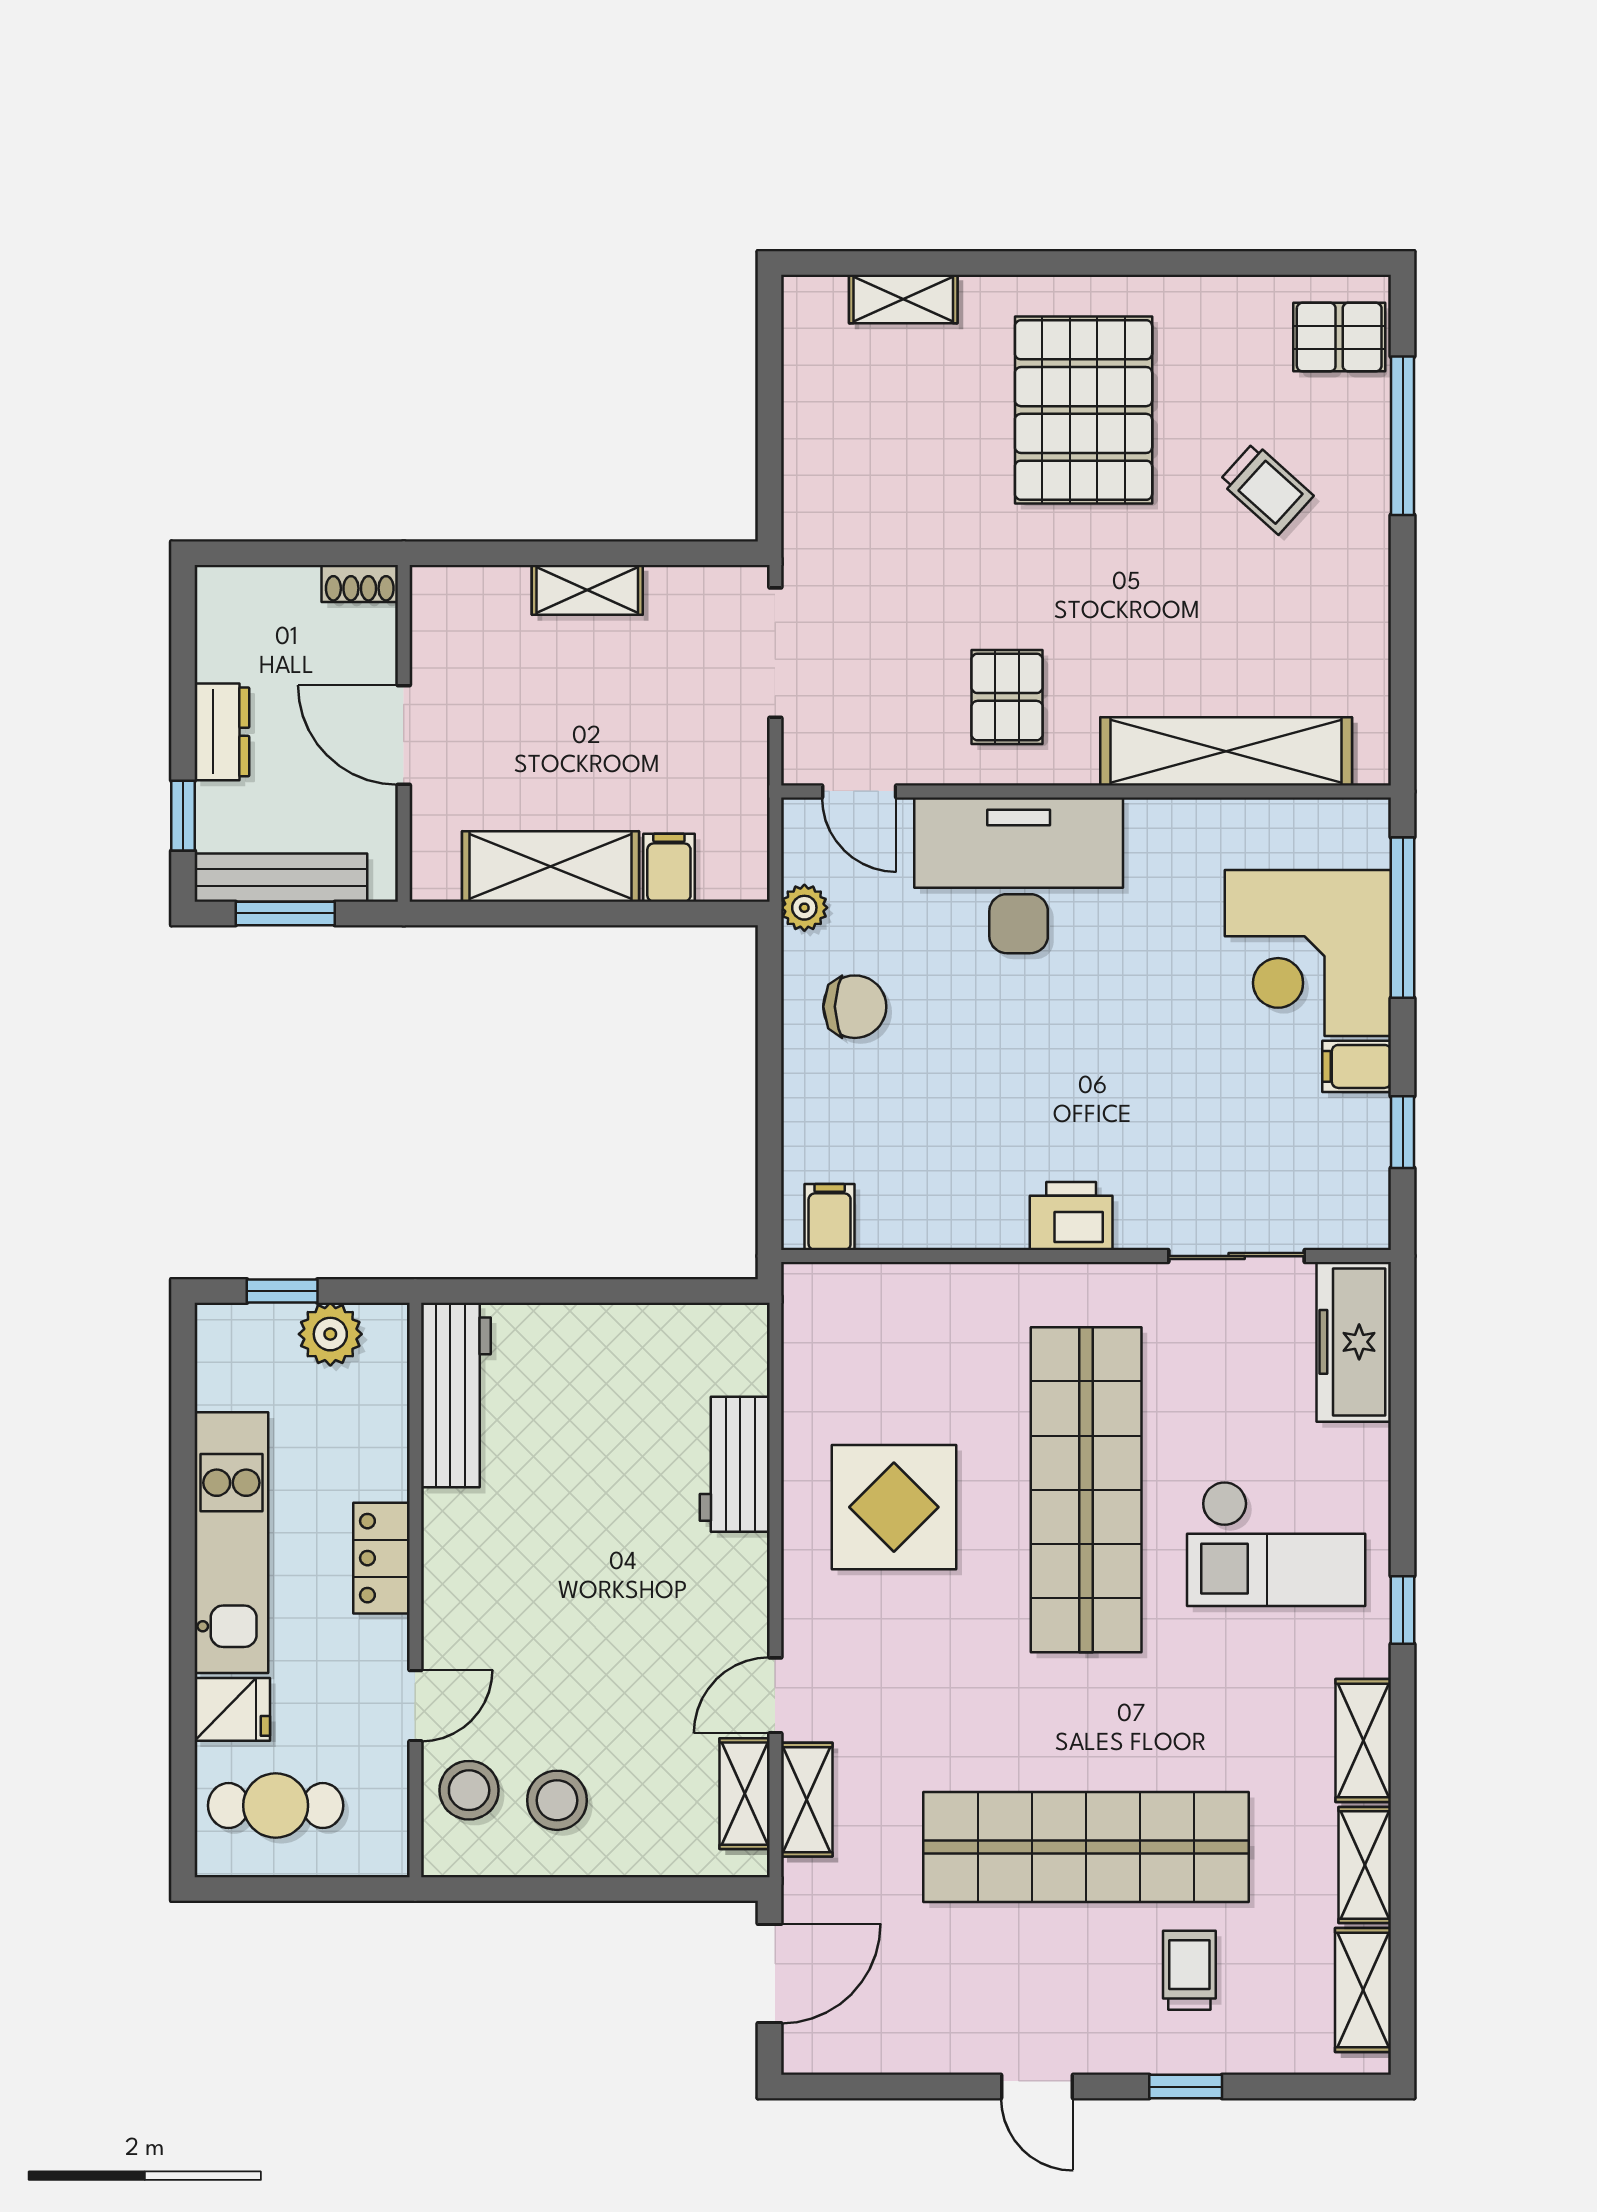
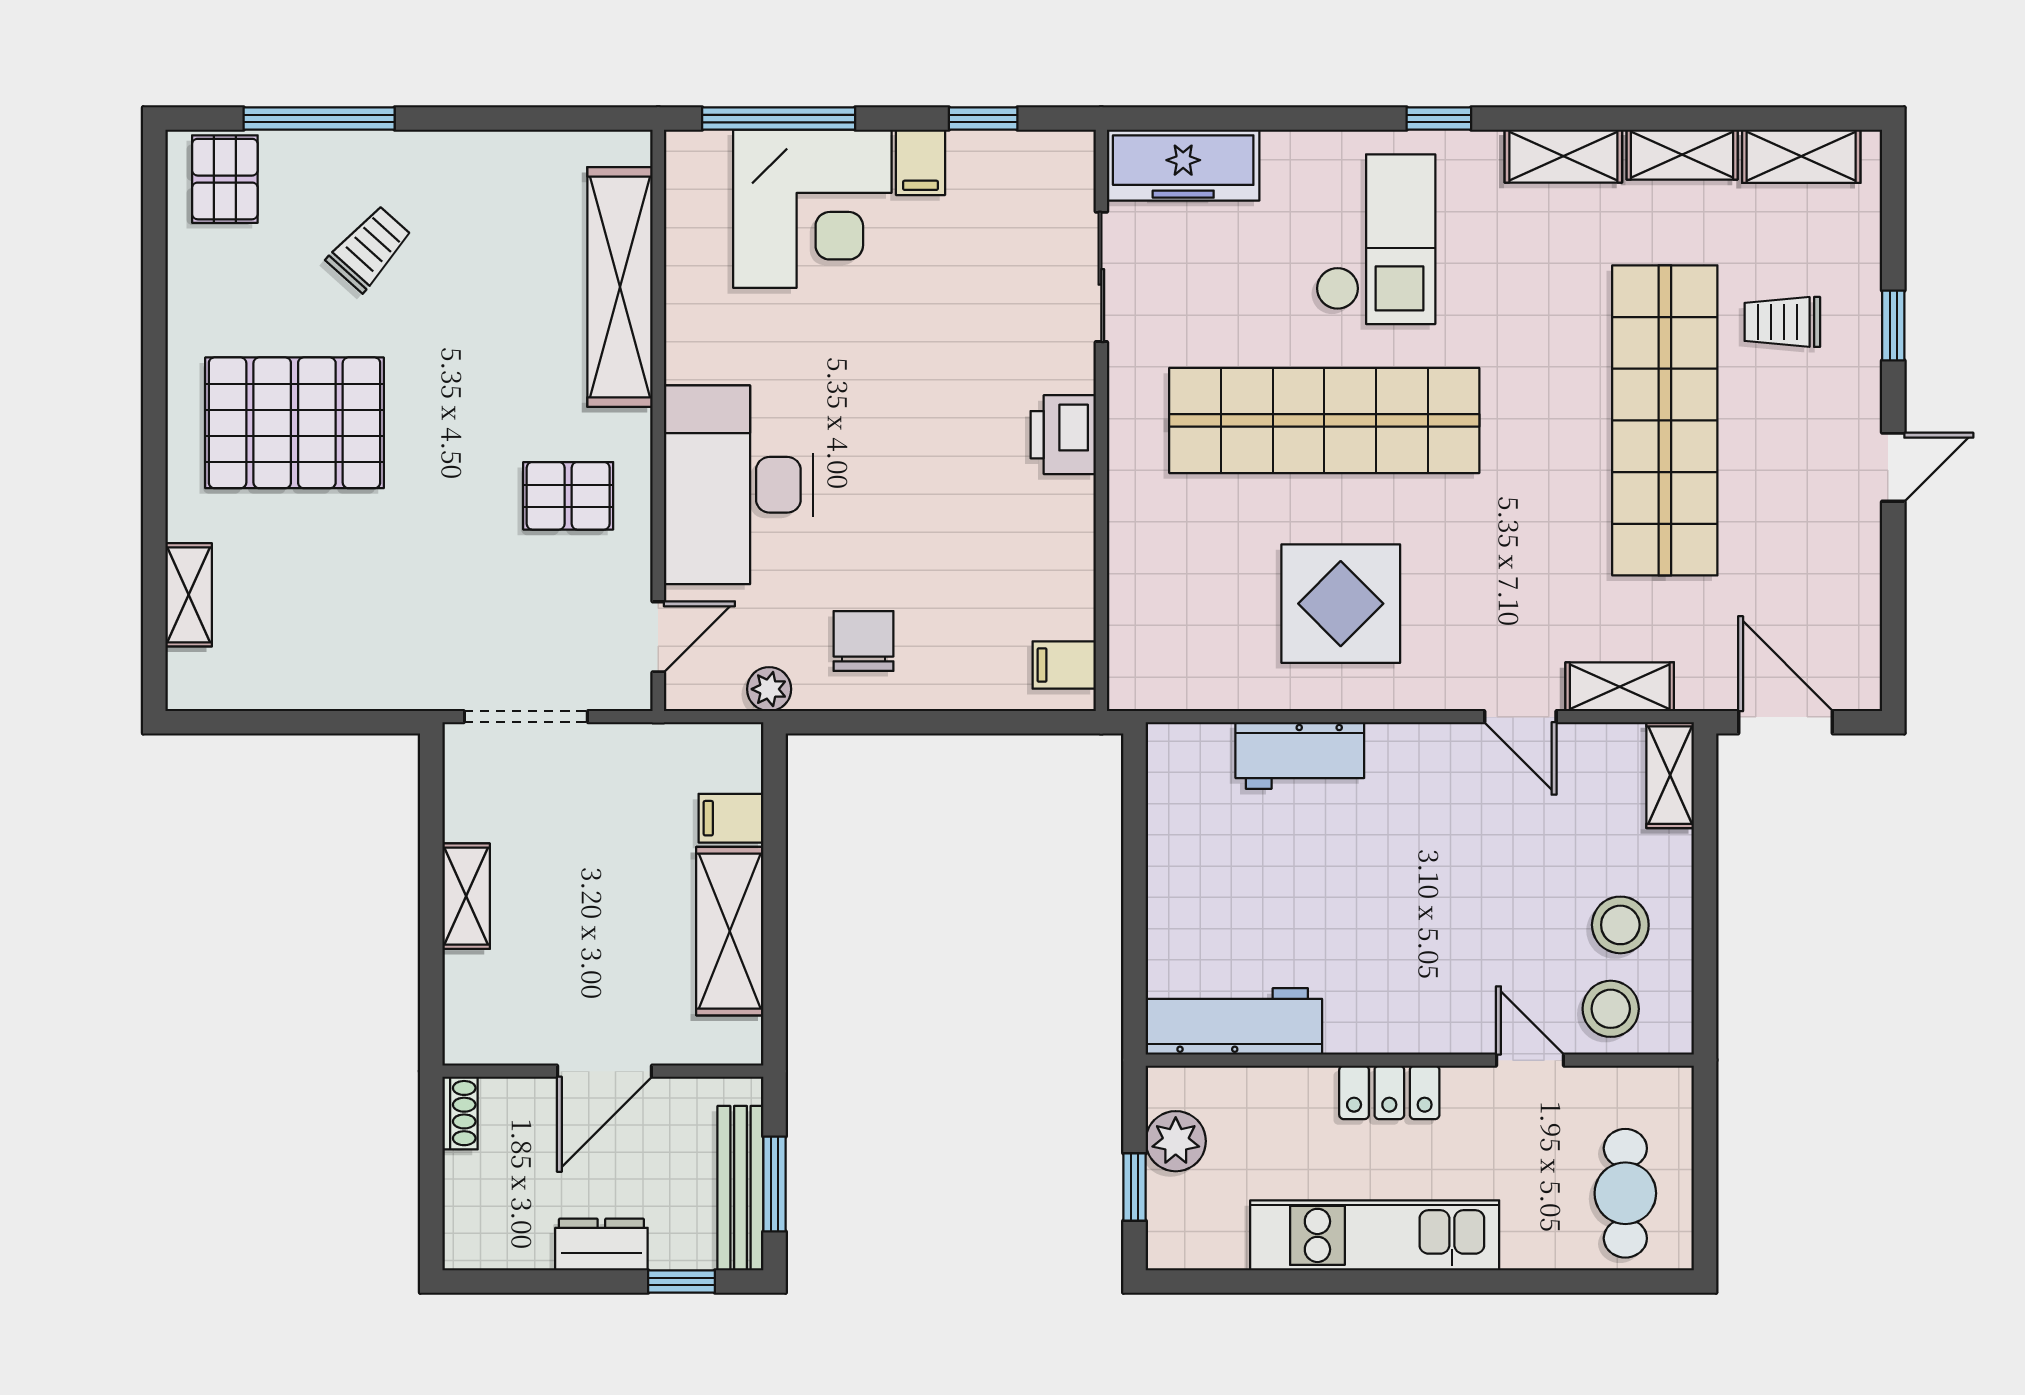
fridge: (232, 1709) -> (1534, 1235), removed
shelving: (745, 1794) -> (1670, 775), moved, turned 90

